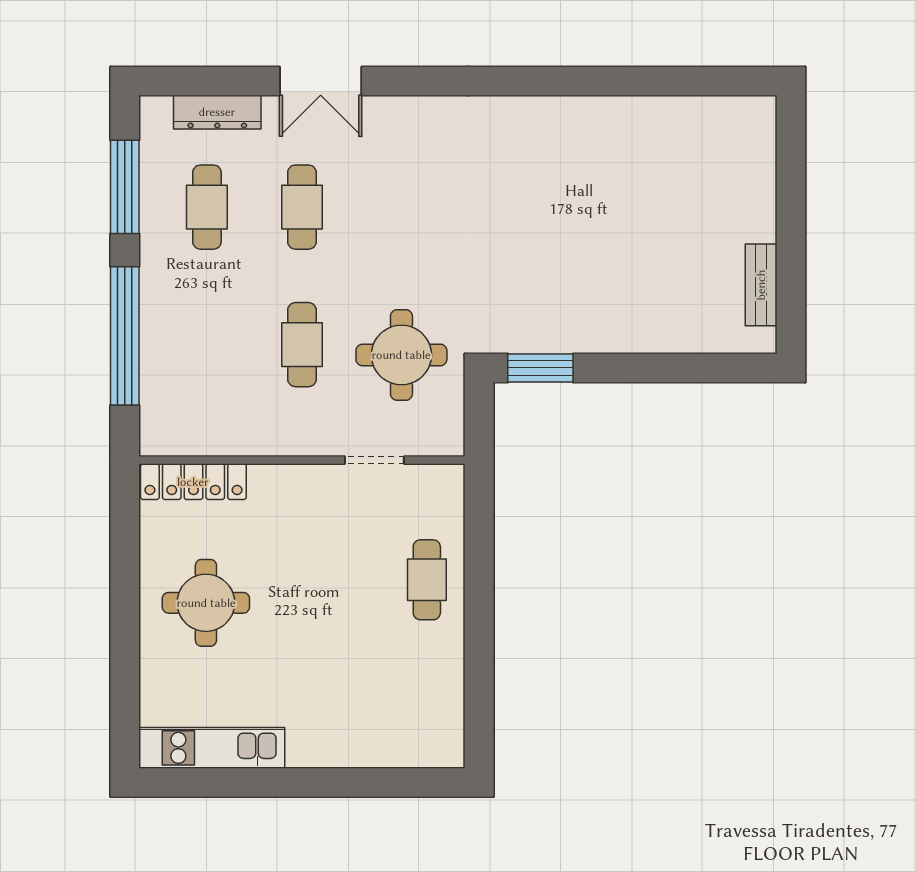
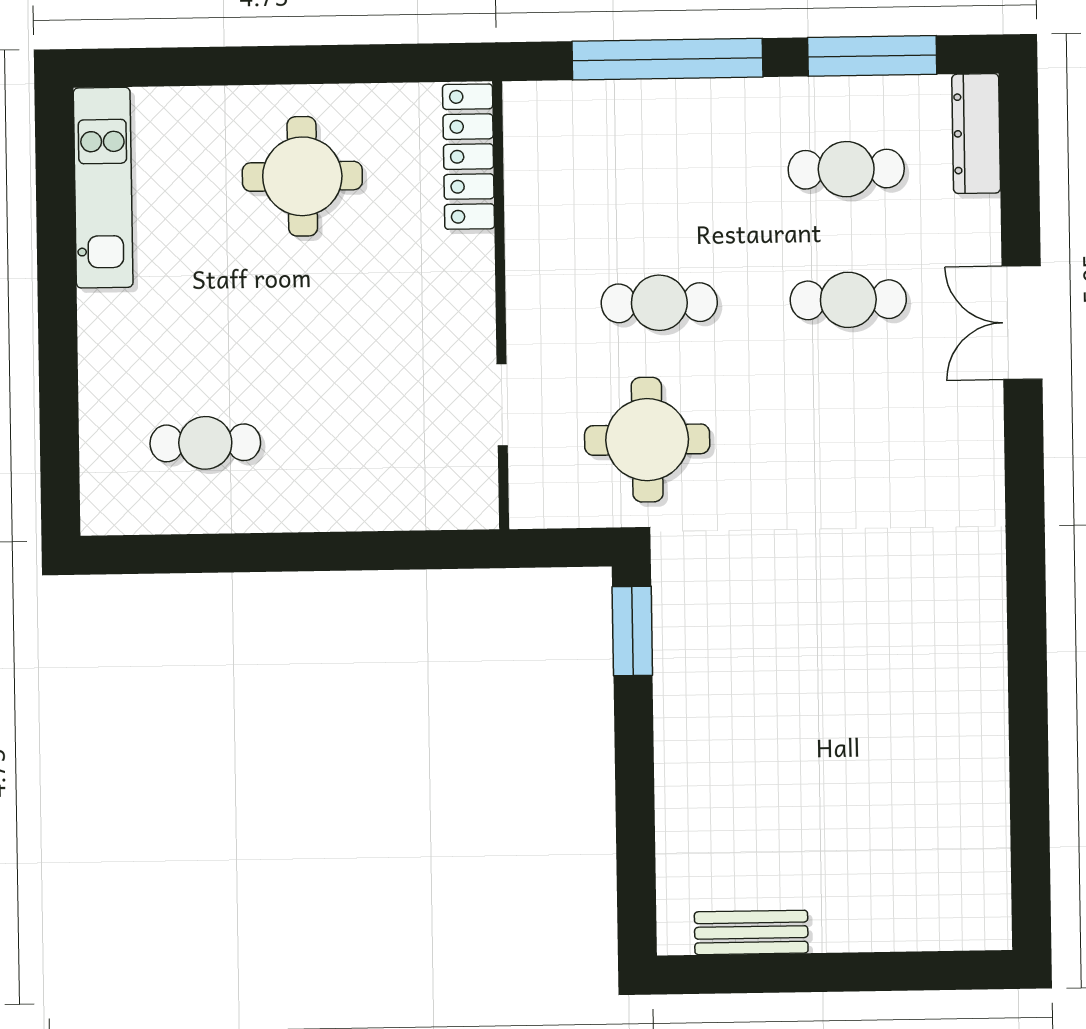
dresser: (217, 112) -> (976, 134), moved
cafe table: (427, 580) -> (205, 443), moved

